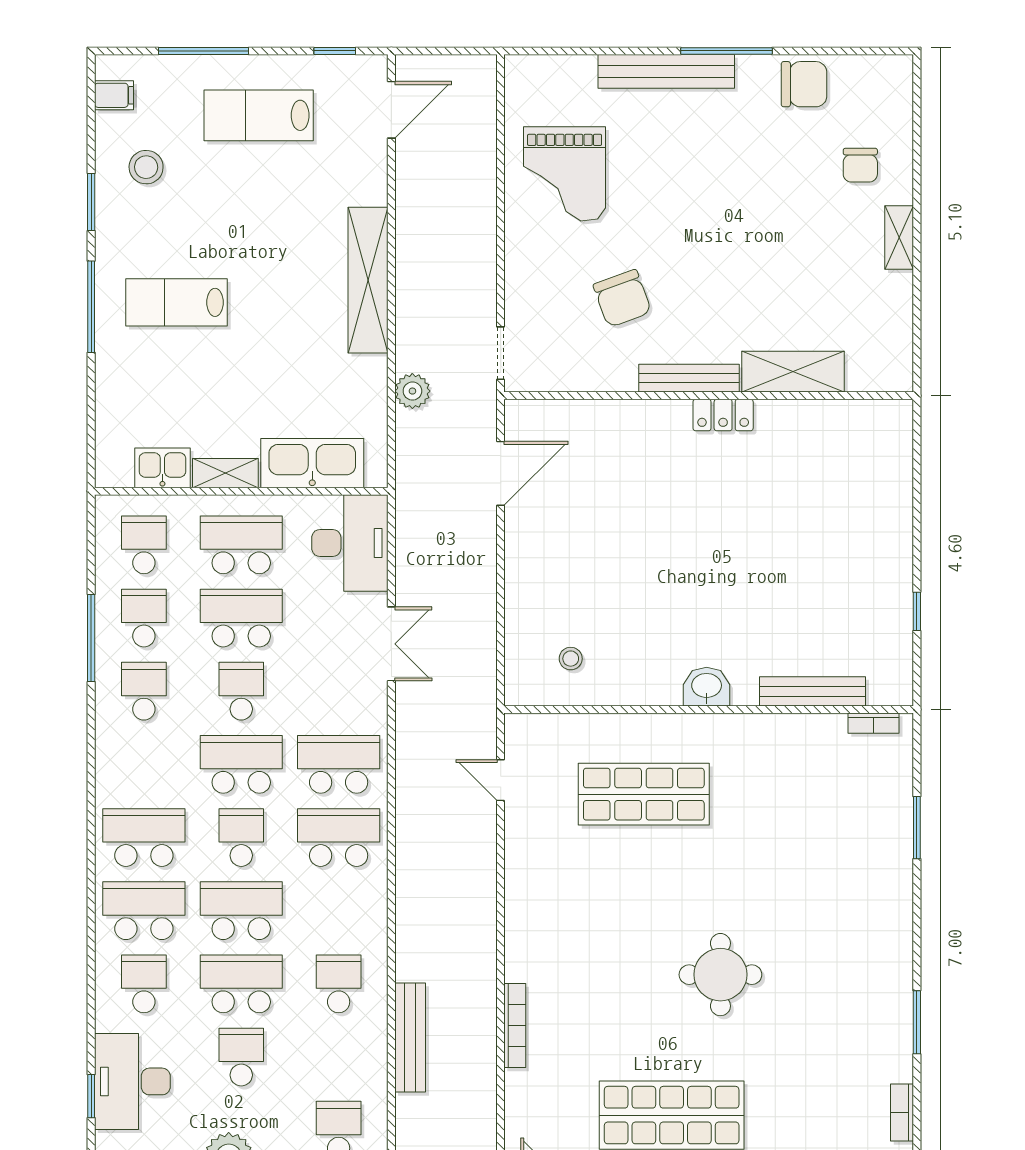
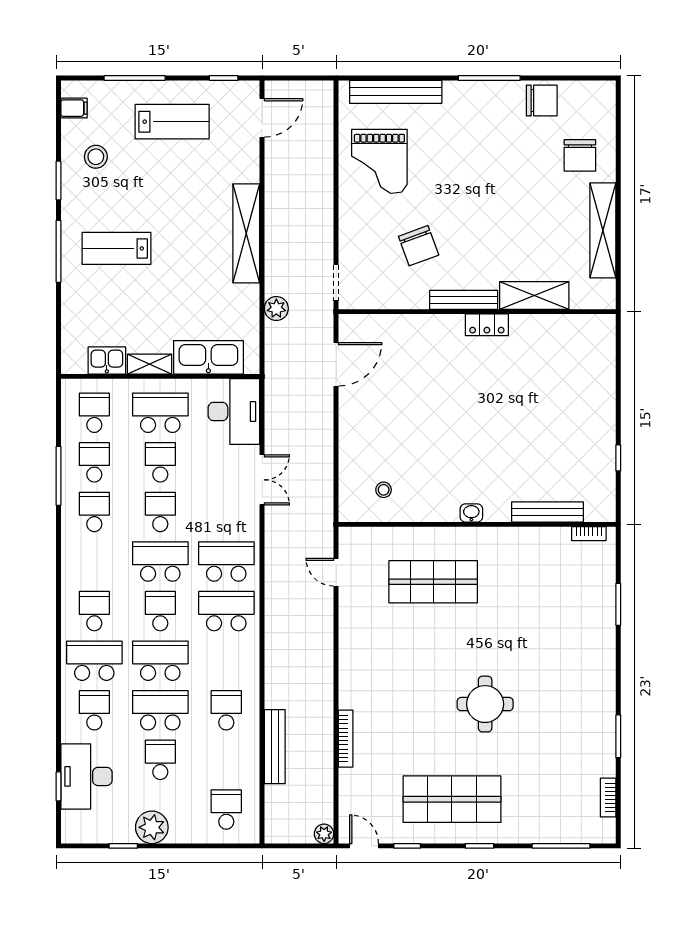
bench: (666, 71) -> (396, 92), moved
lab bench: (259, 115) -> (172, 122), turned 180
chair: (860, 165) -> (580, 155), width x1.37, depth x1.37
shelving: (899, 237) -> (603, 230), width x2.20, depth x1.33
school desk: (241, 618) -> (160, 462), width x0.54
washbasin: (707, 687) -> (471, 513), width x0.72, depth x0.69
school desk: (144, 838) -> (94, 611), width x0.54

